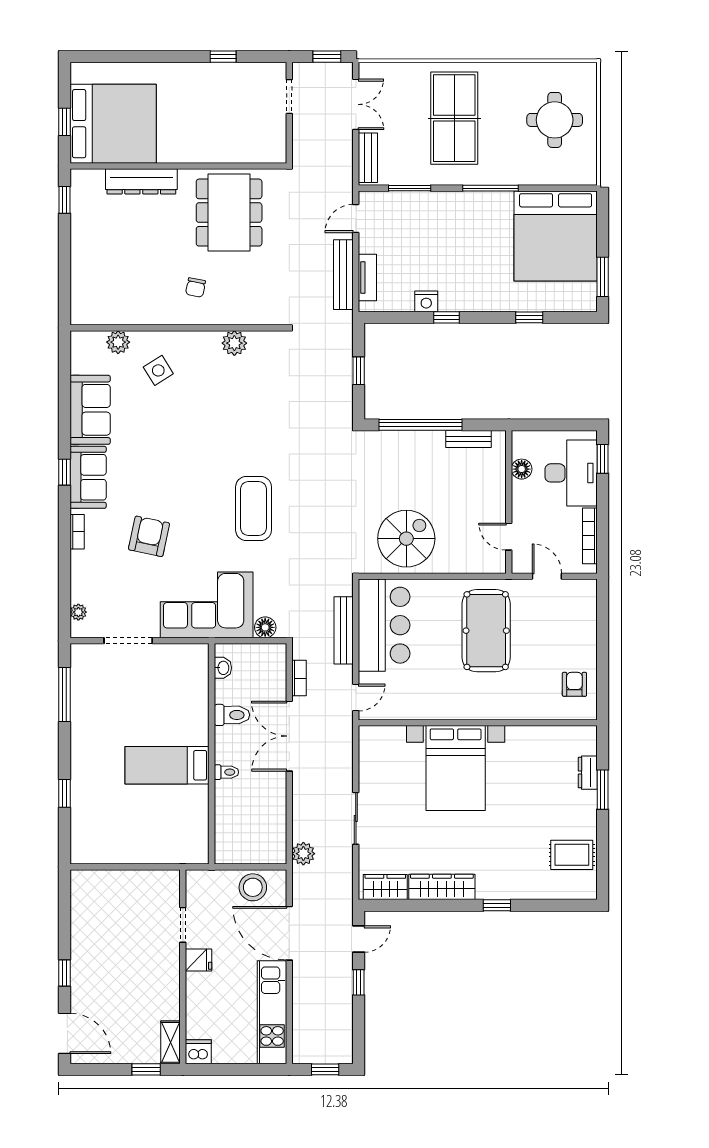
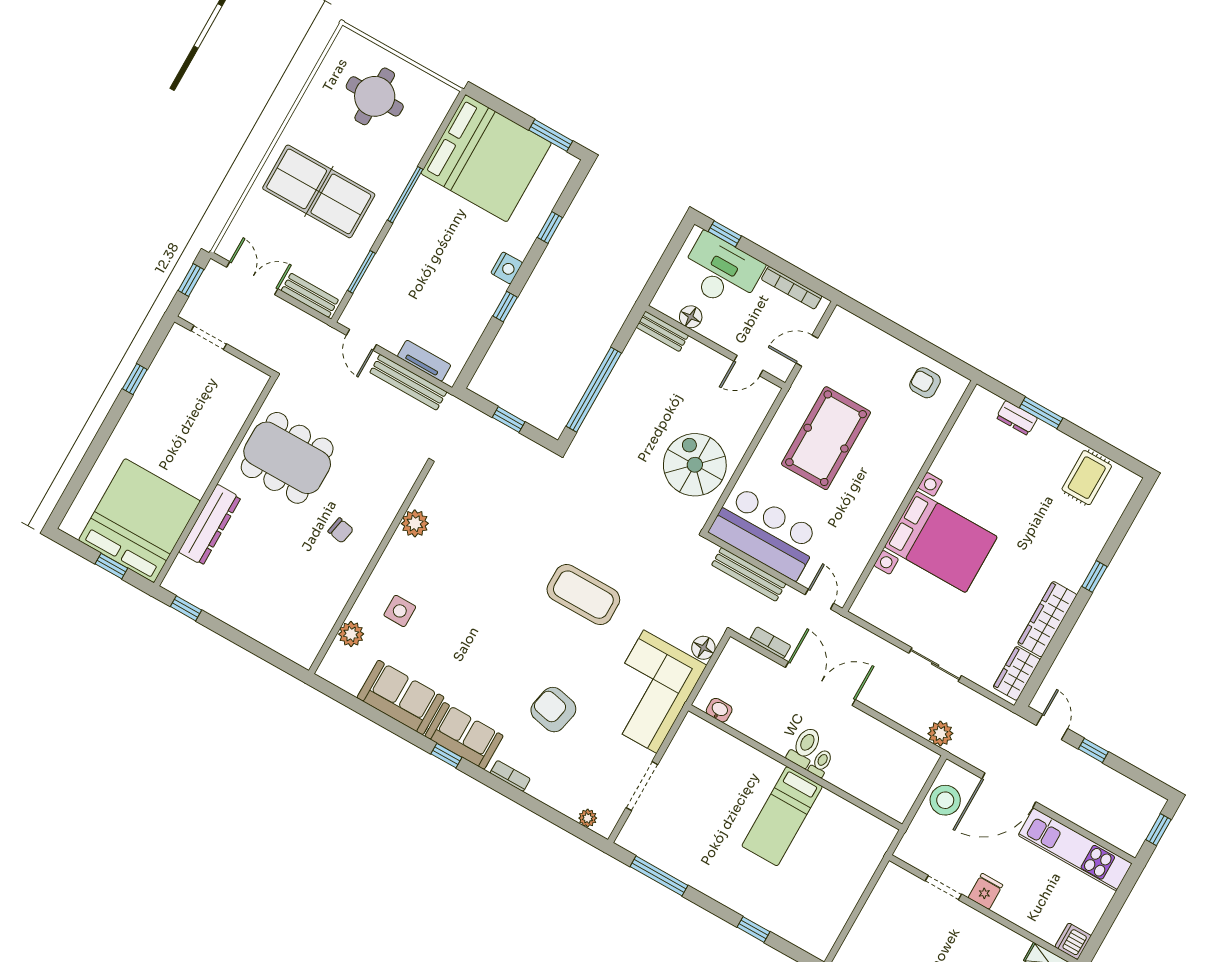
nightstand: (426, 301) -> (507, 268), moved
side table: (158, 370) -> (400, 611), turned 32
bench: (469, 439) -> (662, 331), moved, turned 90
pool table: (486, 631) -> (826, 438), turned 90
toilet: (232, 715) -> (805, 747), moved
double door: (289, 736) -> (820, 684), swing flipped

